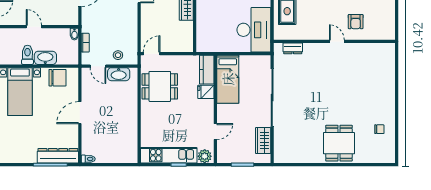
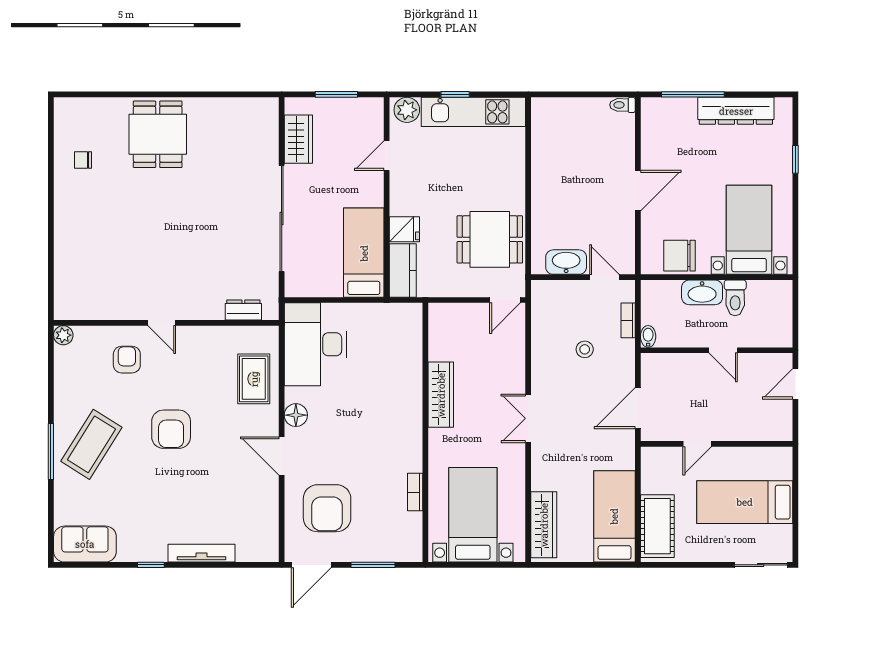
plant: (390, 35) -> (63, 335), added
stool: (118, 55) -> (585, 349), moved
dresser: (58, 156) -> (736, 111), moved

